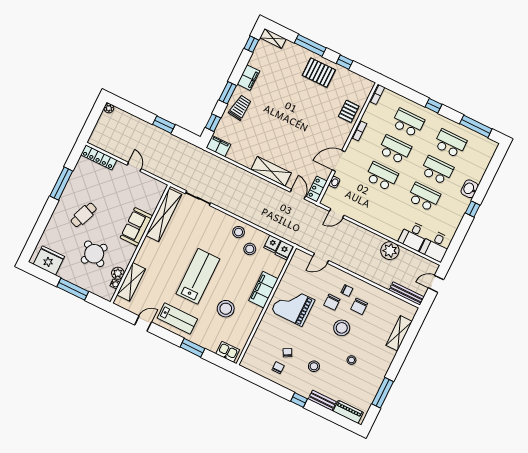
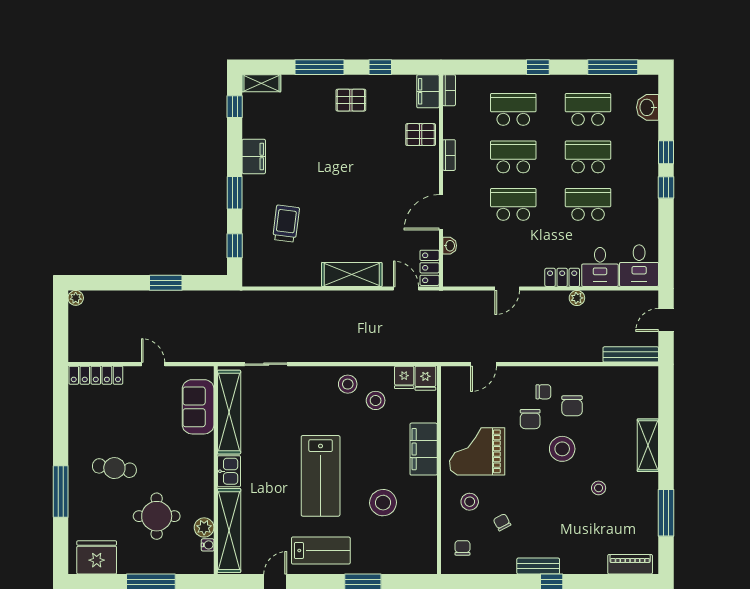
pallet: (319, 73) -> (351, 100), width x0.67, depth x0.71
trolley: (240, 108) -> (286, 224), moved
pallet: (349, 111) -> (421, 135), turned 90
filing cabinet: (218, 146) -> (428, 91), moved, turned -90
window: (61, 183) -> (61, 491), moved
washbasin: (470, 189) -> (647, 107), moved
window: (482, 189) -> (666, 152), added
door: (337, 213) -> (507, 288), moved
cafe table: (84, 215) -> (114, 468), turned 76
sofa: (136, 227) -> (198, 407), moved
locker: (389, 231) -> (562, 277), added
plant: (390, 251) -> (577, 298), width x0.53, depth x0.53
round table: (94, 254) -> (157, 516), turned -31
lab bench: (198, 276) -> (321, 476), turned 180
shelving: (131, 282) -> (229, 531), width x1.47
shelving: (399, 333) -> (648, 445), moved
kitchen sink: (228, 352) -> (229, 471), moved, turned 90
stool: (314, 366) -> (470, 502), moved
chair: (278, 368) -> (462, 548), moved
bench: (322, 400) -> (538, 566), moved

